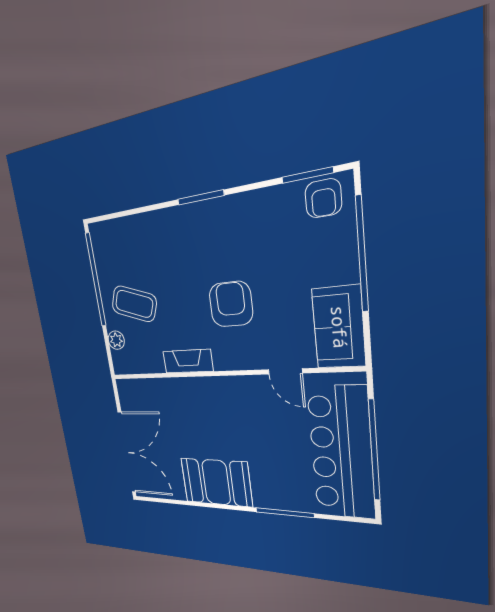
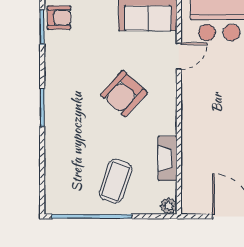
armchair: (231, 304) -> (124, 94), turned -48
plant: (116, 340) -> (169, 206), moved
fireplace: (188, 361) -> (168, 158), moved

